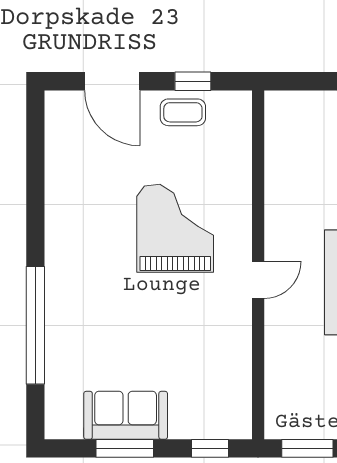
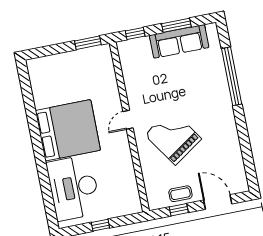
grand piano: (175, 228) -> (173, 137), turned 146
sofa: (126, 415) -> (179, 41), width x1.36

